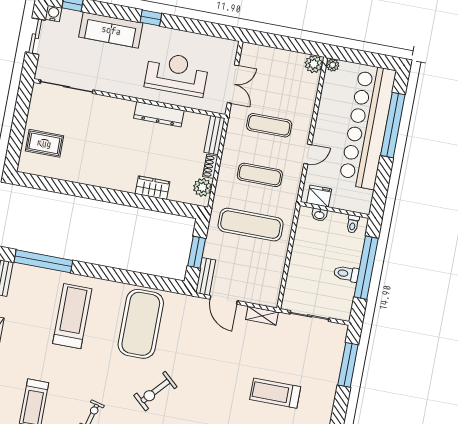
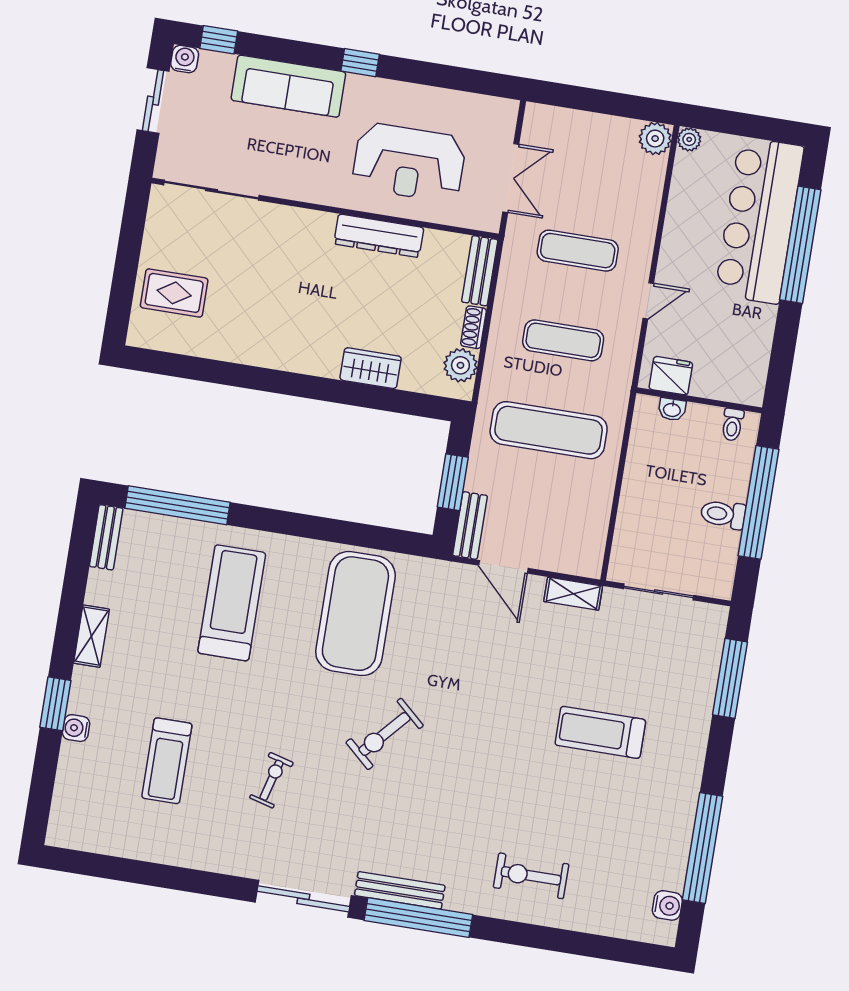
reception desk: (177, 74) -> (409, 162), turned 180
bar counter: (367, 127) -> (759, 220), width x0.73

